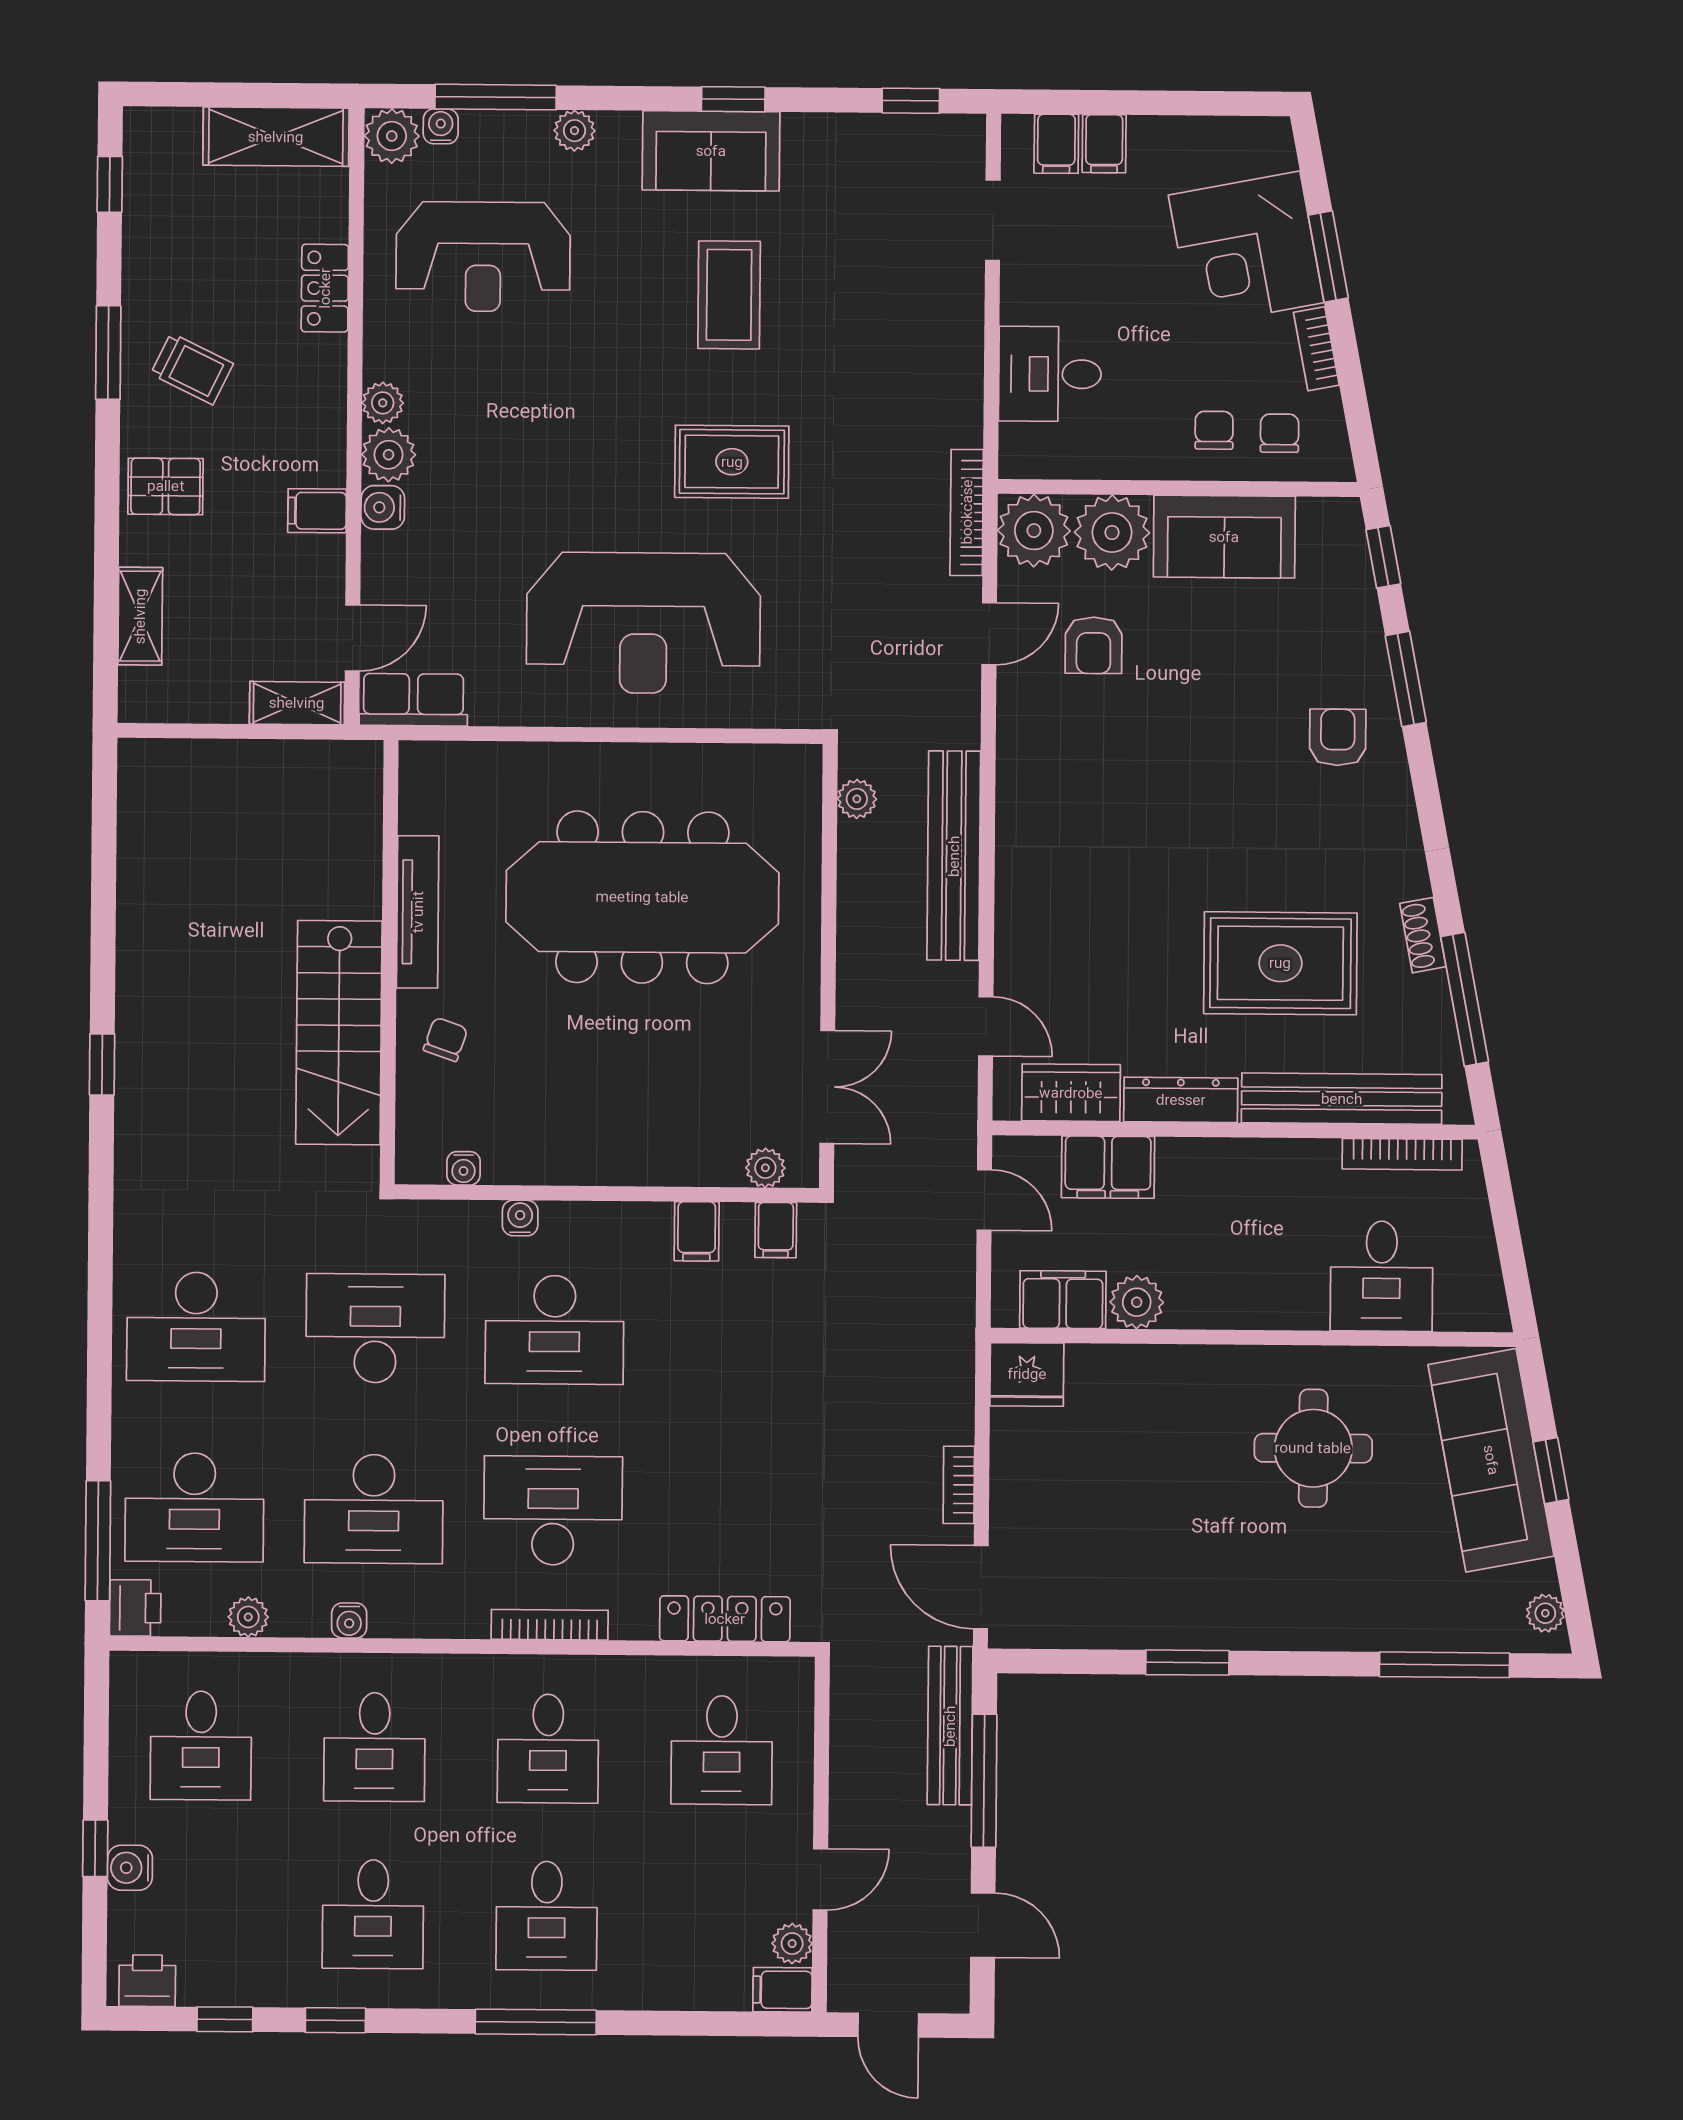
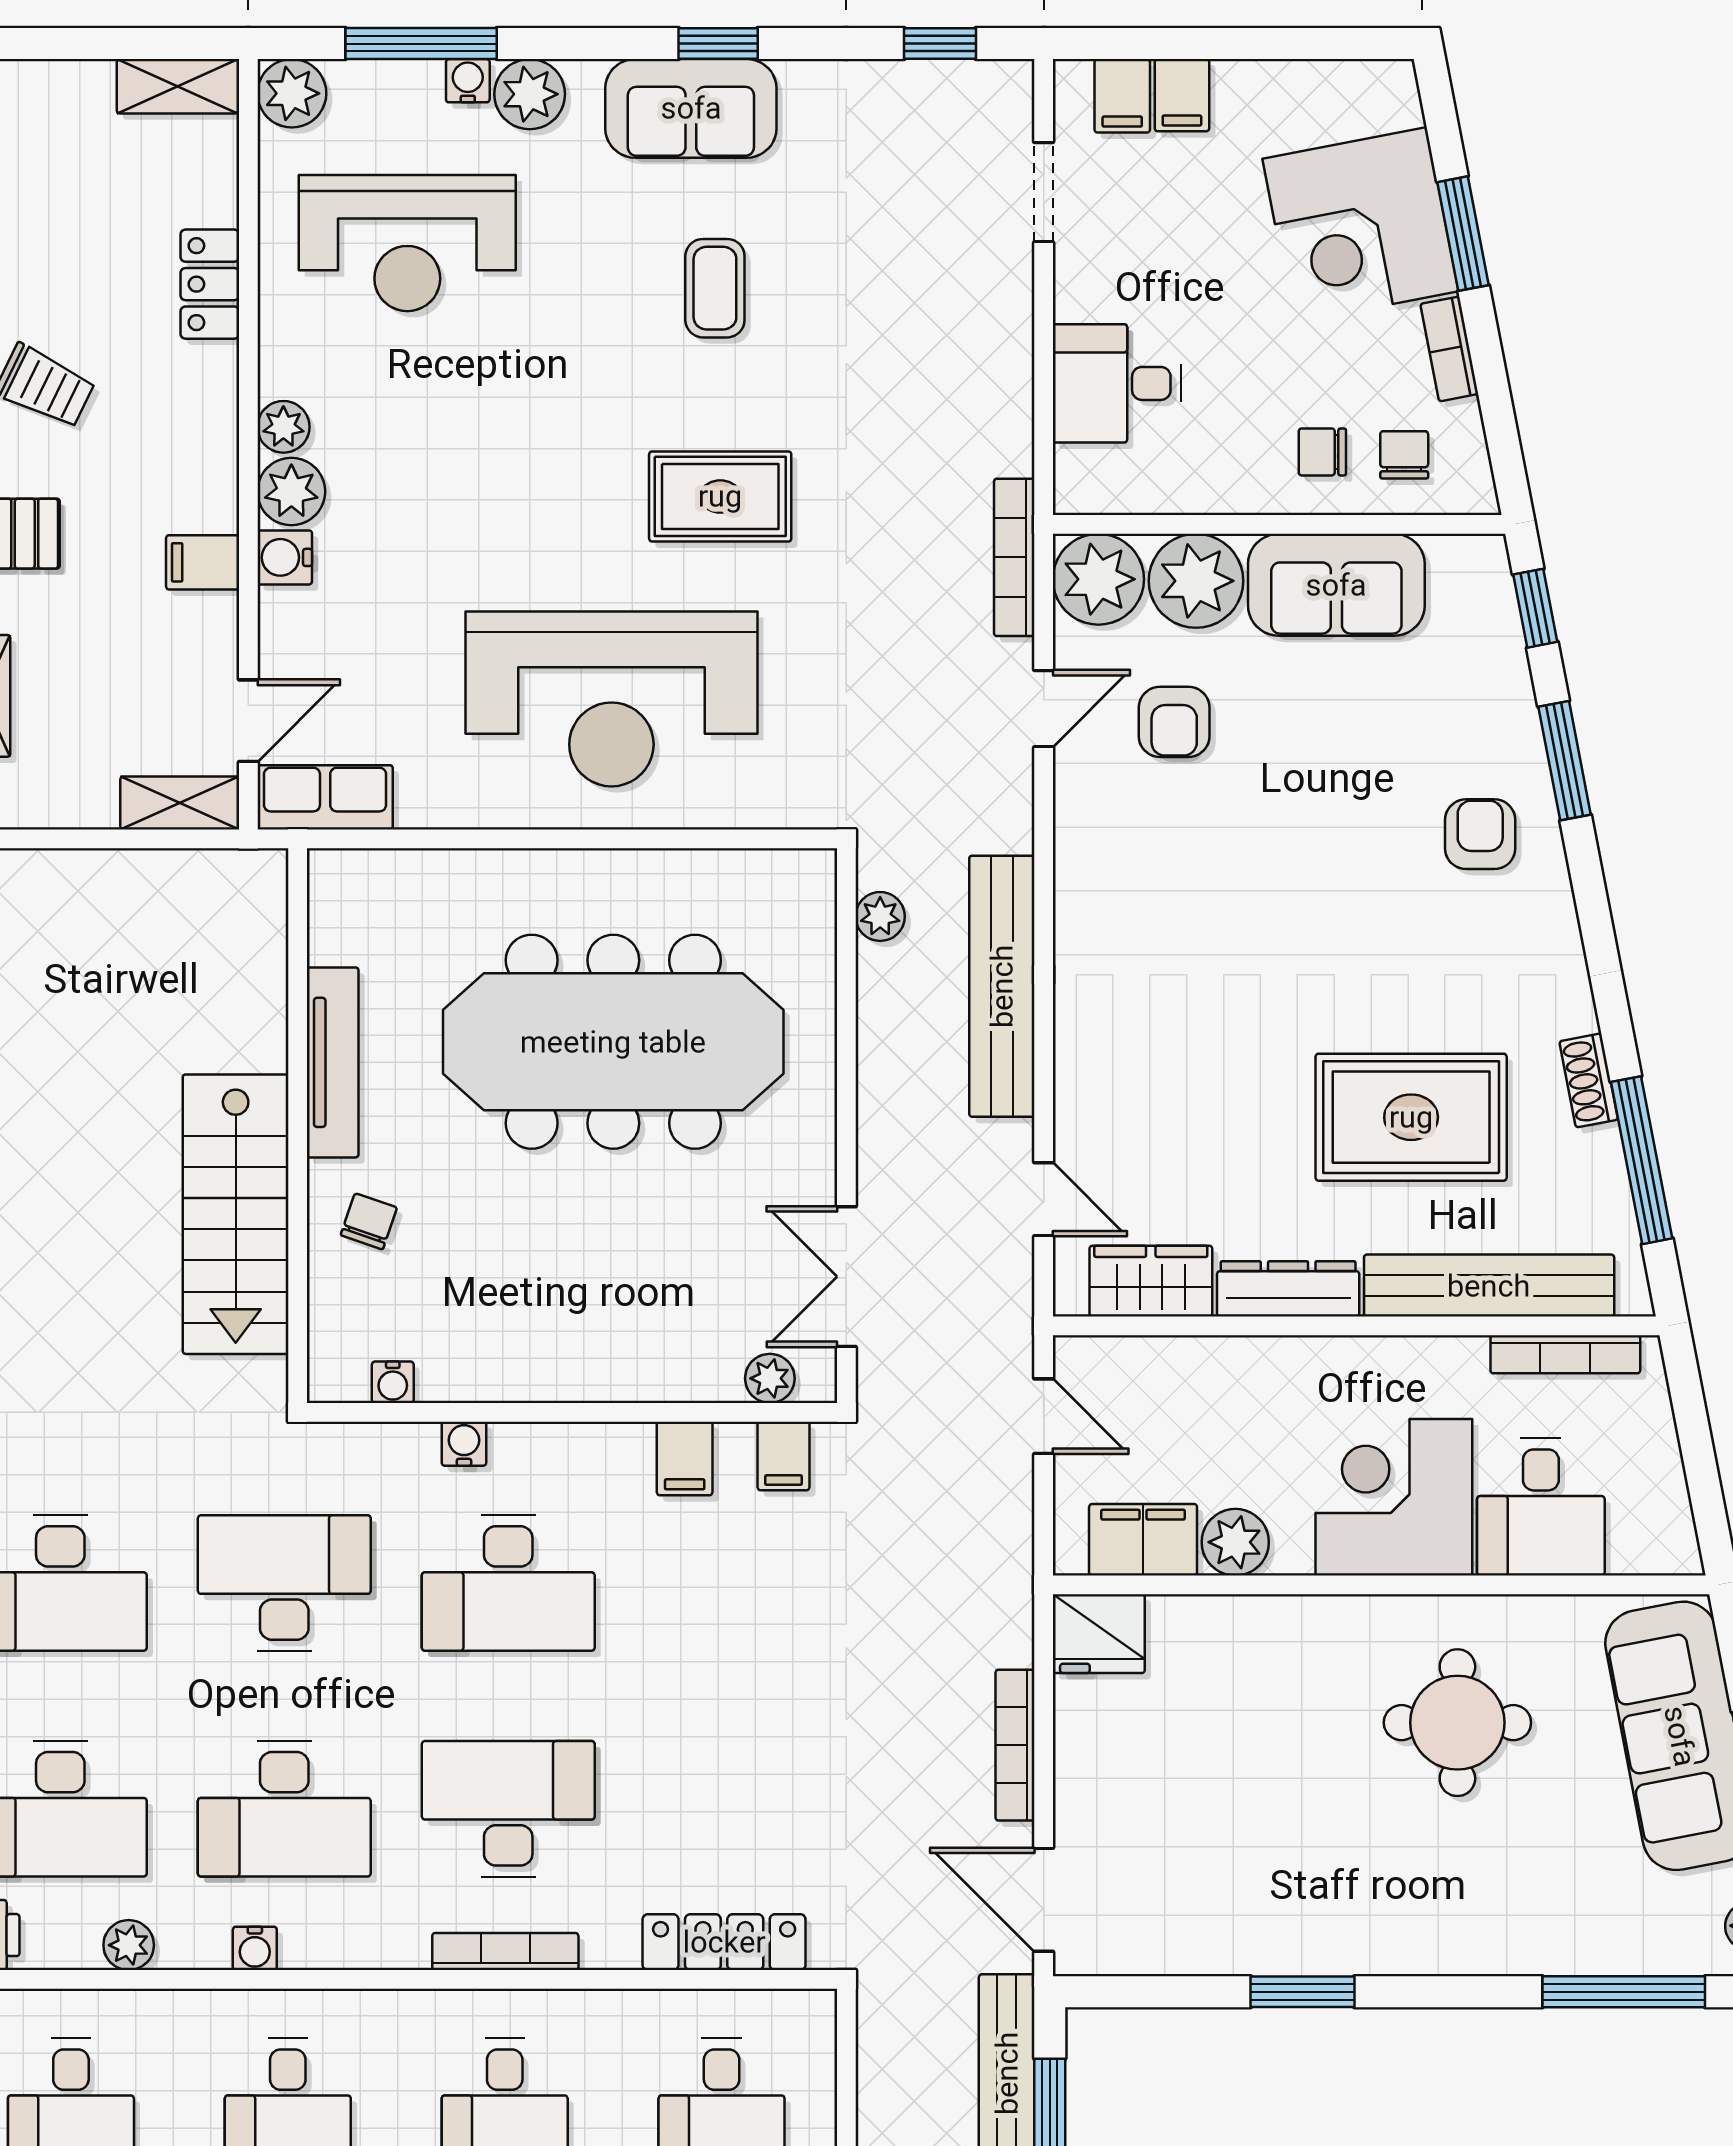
water cooler: (441, 126) -> (468, 81), moved
plant: (574, 131) -> (530, 94), width x1.38, depth x1.38
shelving: (276, 137) -> (178, 86), width x0.67, depth x0.75
coffee table: (729, 295) -> (715, 288), width x0.73, depth x0.77
chair: (1214, 430) -> (1322, 452), turned -90
double door: (827, 1087) -> (846, 1277), swing flipped
filing cabinet: (1108, 1167) -> (1198, 1374), removed
corner desk: (1264, 1267) -> (1394, 1497), added
bookcase: (959, 1485) -> (1015, 1745), width x1.56

